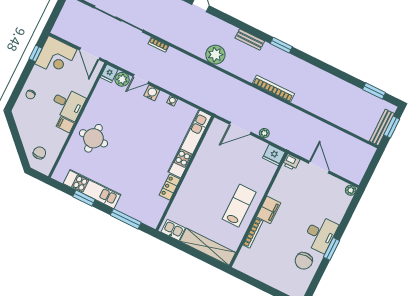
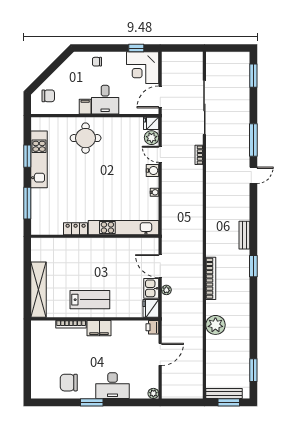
plant: (215, 55) -> (215, 325), moved
kitchen sink: (173, 230) -> (151, 288), moved, turned 180
desk: (320, 234) -> (113, 386), moved

